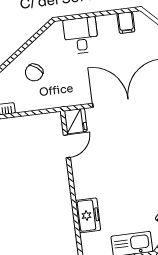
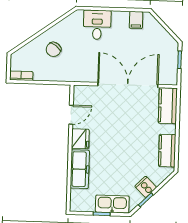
fridge: (76, 121) -> (80, 139), moved
freezer: (88, 215) -> (80, 169), width x1.40

